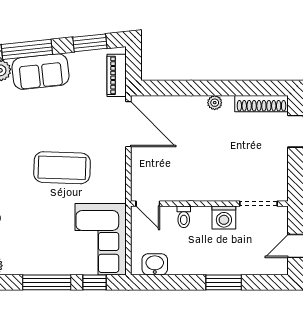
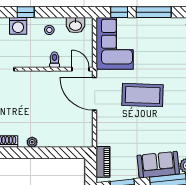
door: (128, 124) -> (95, 94), moved
washing machine: (224, 217) -> (18, 26), moved, turned 180
stool: (191, 258) -> (49, 30), added
window: (224, 282) -> (26, 12), width x0.67

